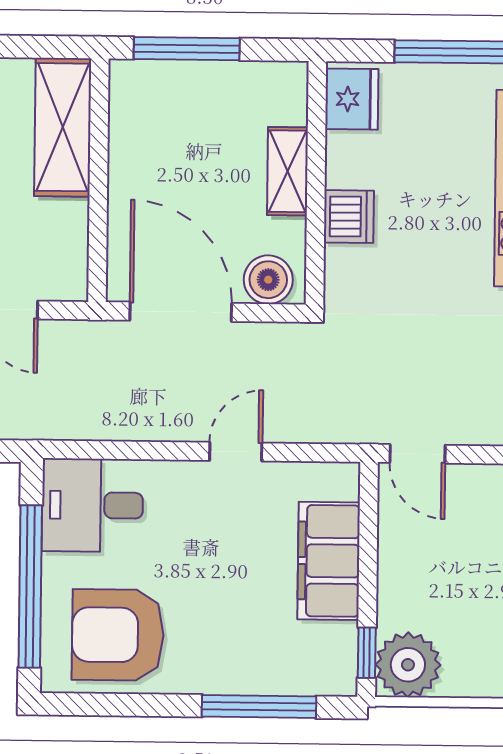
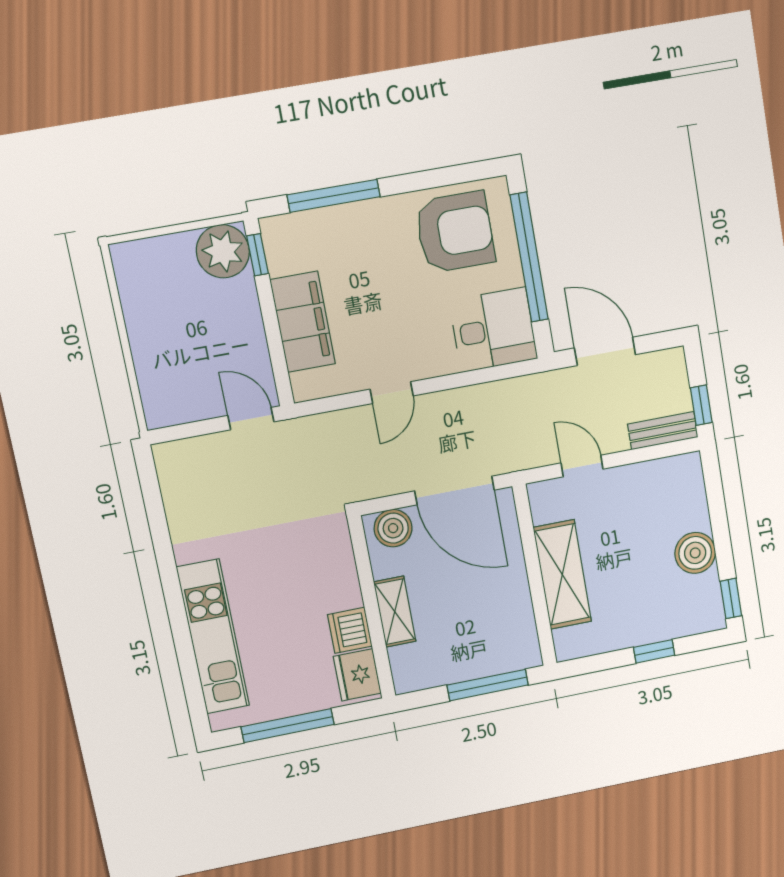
shelving: (63, 127) -> (562, 574), moved
dishwasher: (349, 217) -> (350, 630), moved

